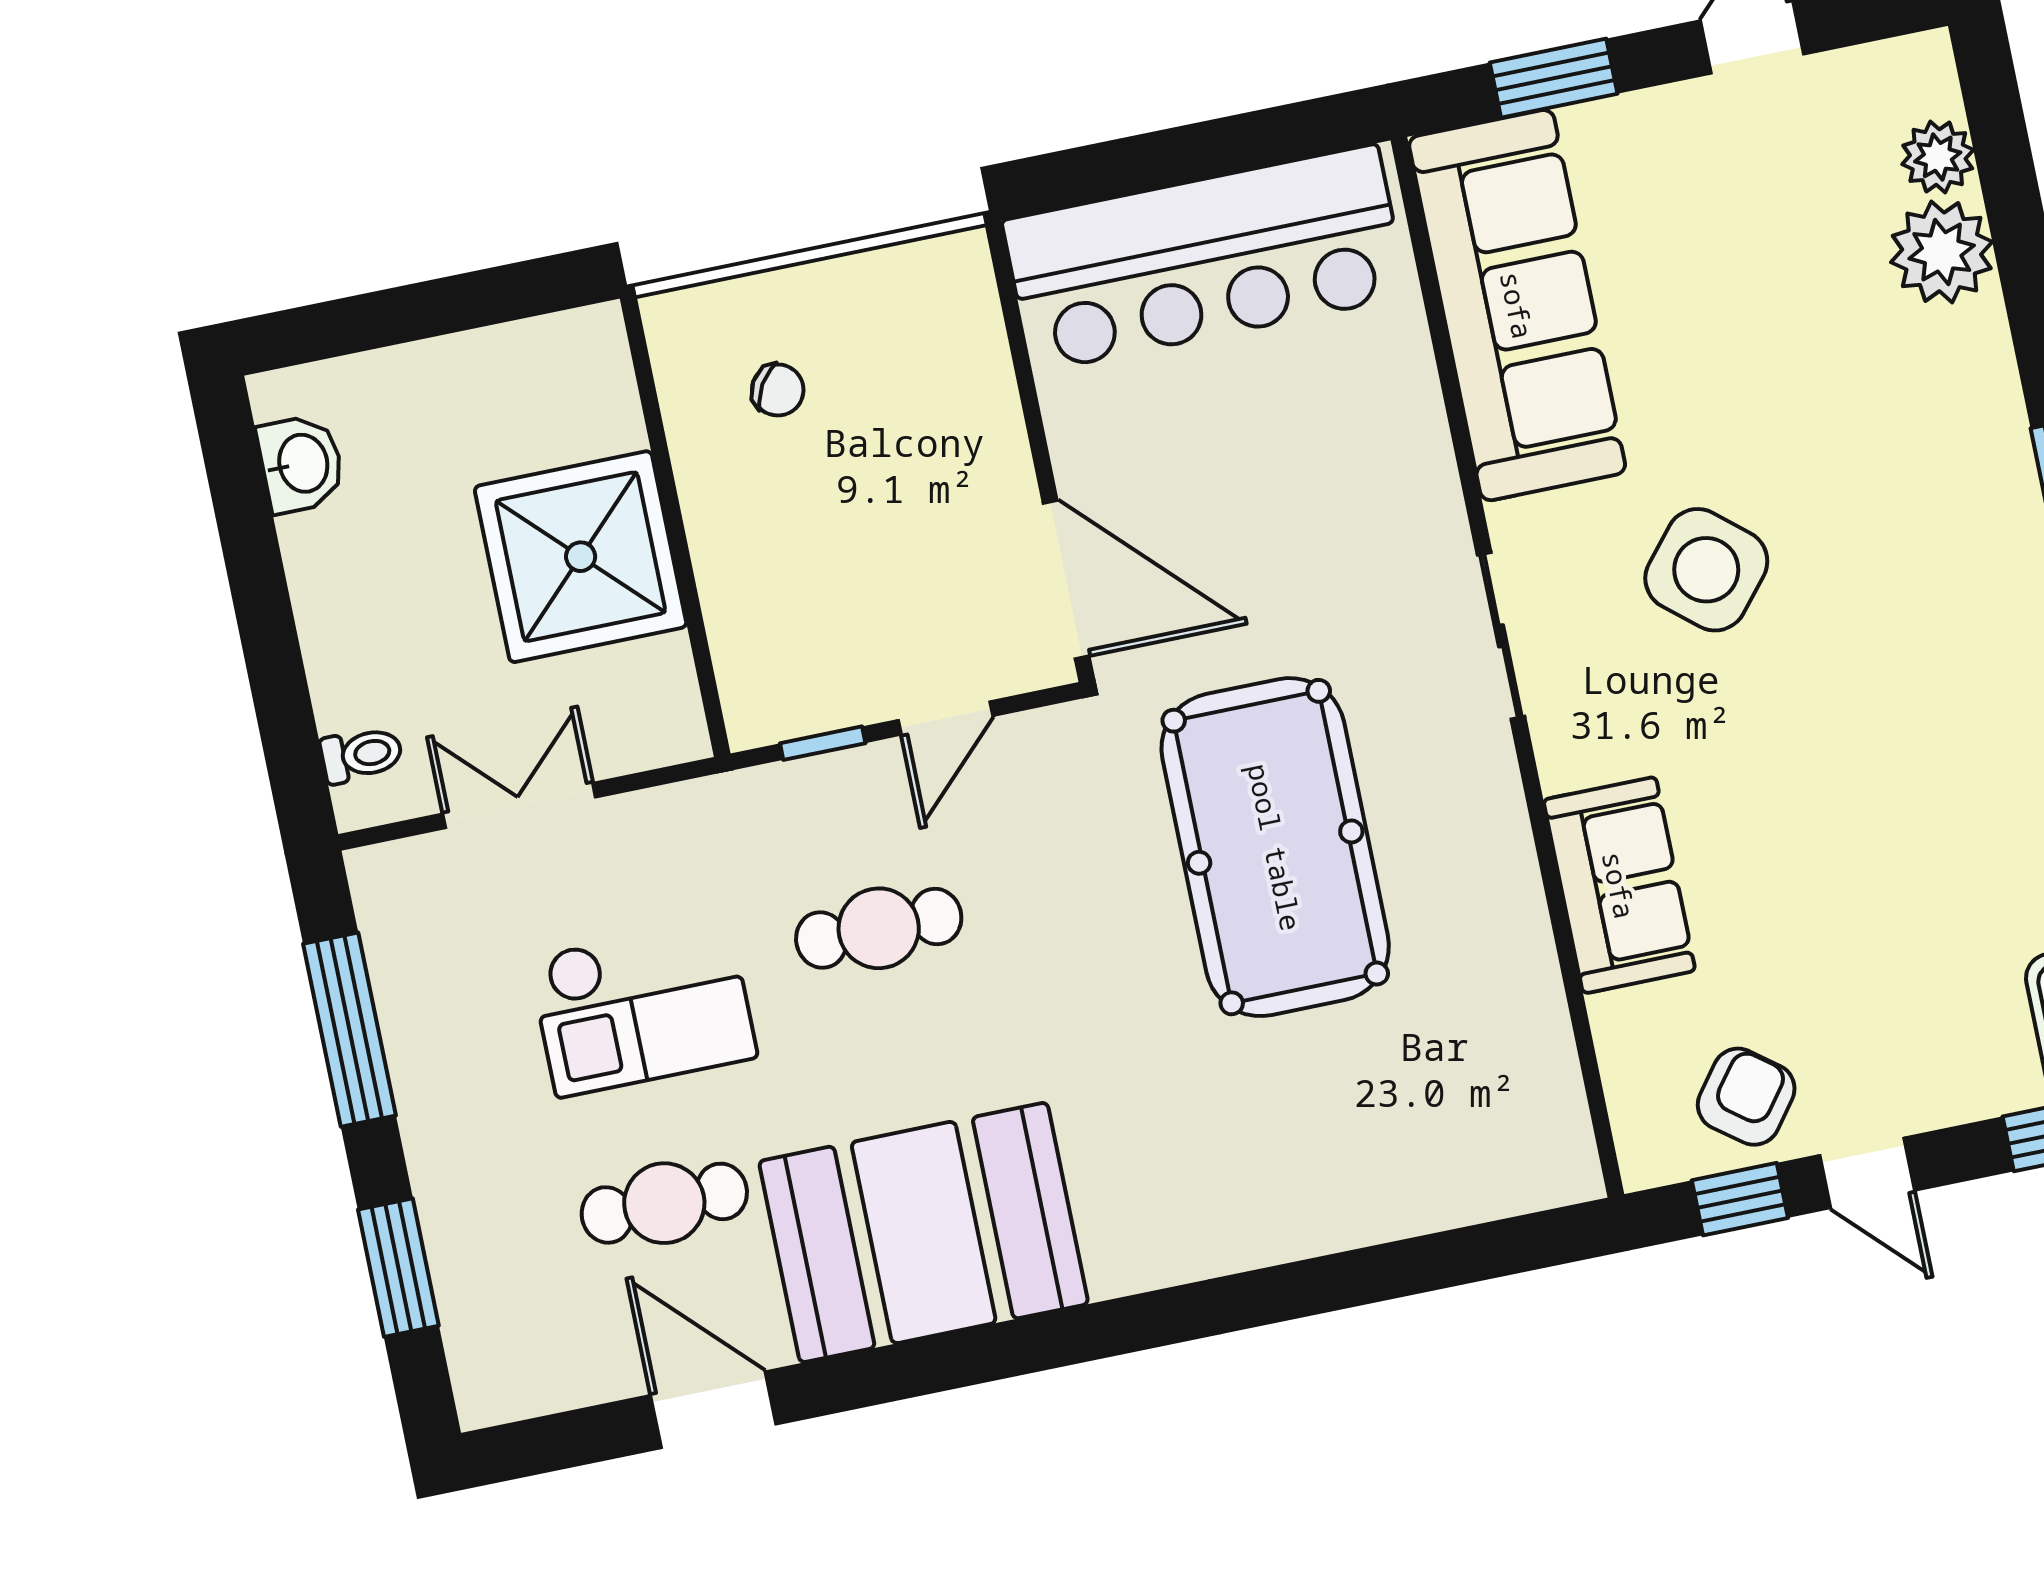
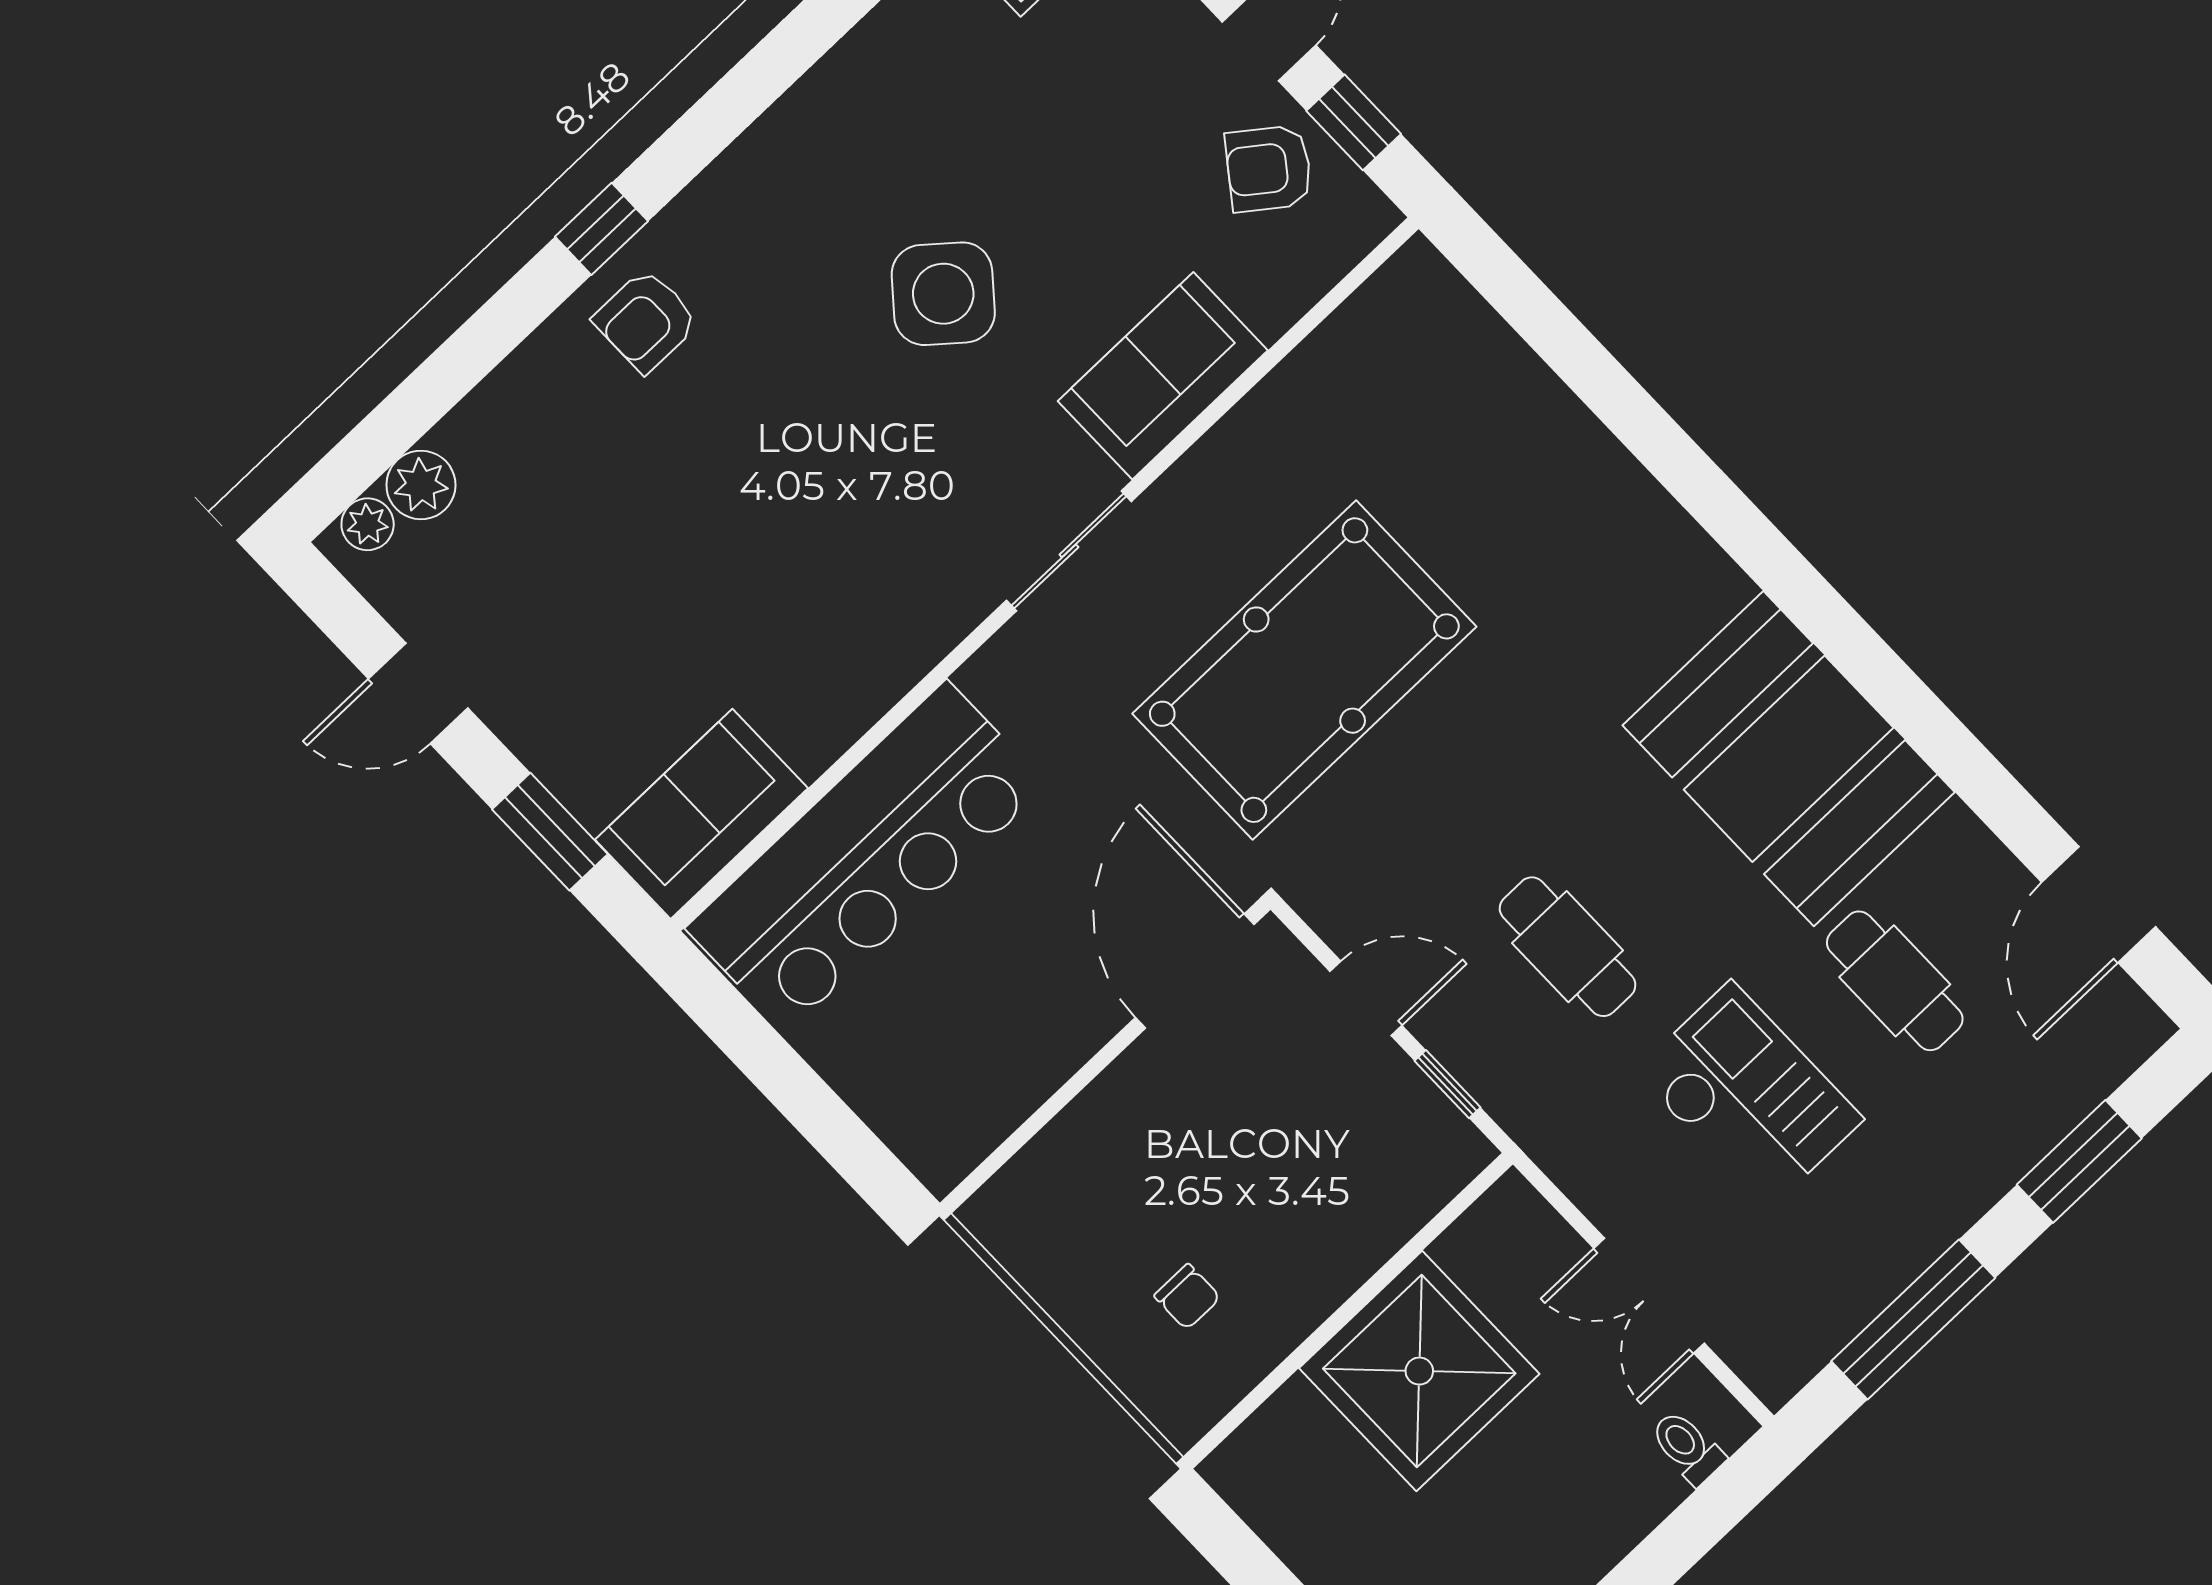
plant: (1942, 252) -> (368, 524), moved, width x0.53, depth x0.53
bar counter: (1205, 258) -> (866, 857), moved, turned 90
sofa: (1517, 305) -> (702, 814), width x0.54, depth x0.79
chair: (778, 390) -> (1187, 1297), turned 149
armchair: (1959, 451) -> (646, 321), added
side table: (1706, 570) -> (943, 294), moved
sliding door: (1501, 636) -> (1069, 551), moved
door: (713, 1410) -> (2099, 905), moved

